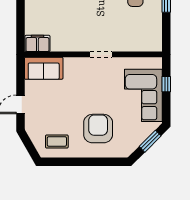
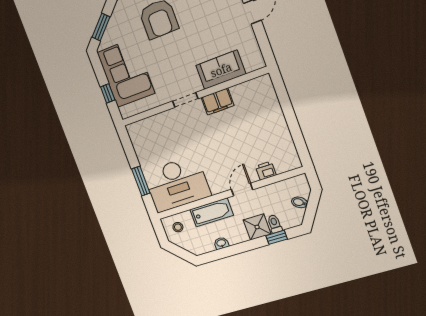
filing cabinet: (37, 43) -> (218, 102), moved
sofa: (44, 68) -> (221, 70), moved

